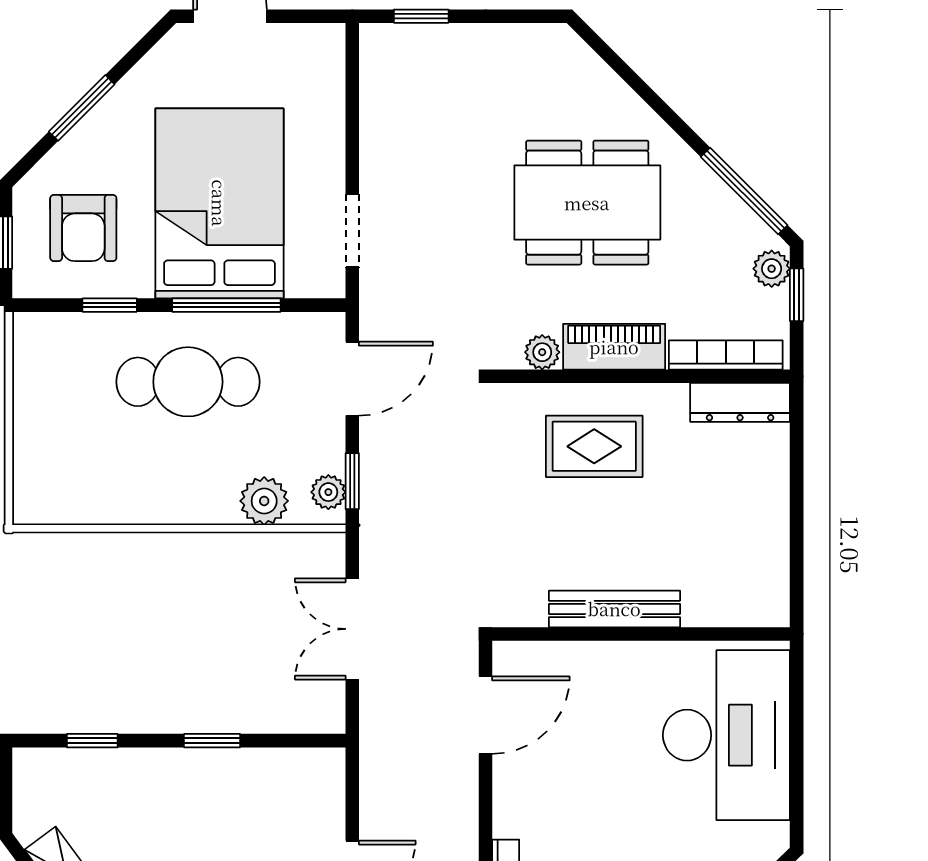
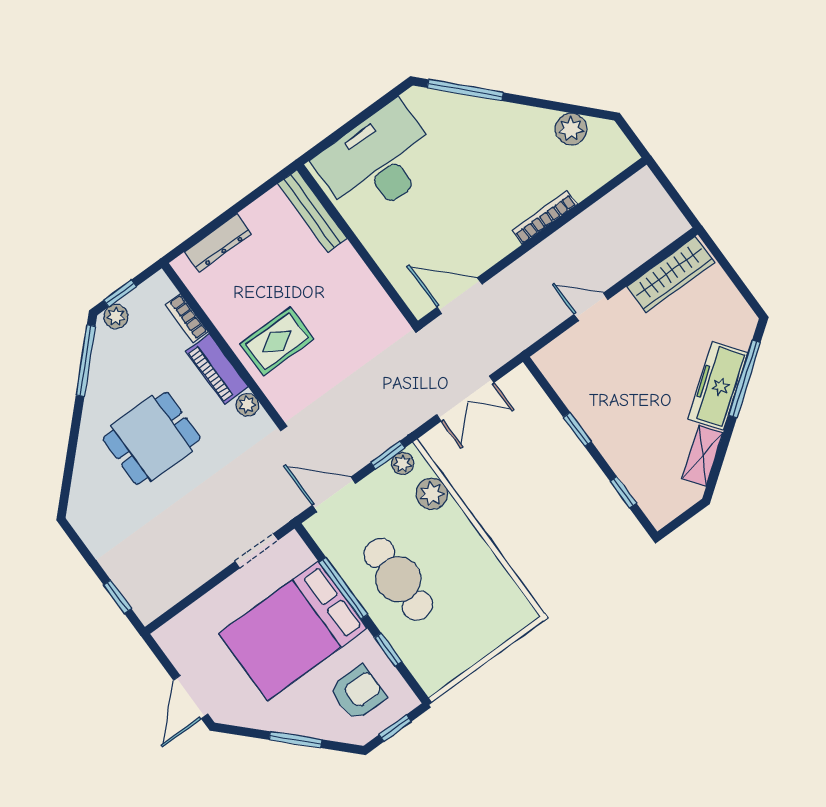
dining table: (587, 203) -> (152, 438), width x0.73
bookcase: (726, 355) -> (187, 318), width x0.64
dresser: (740, 402) -> (218, 243), moved, turned 90
rug: (594, 446) -> (277, 342), turned 90
bench: (614, 609) -> (312, 211), moved

